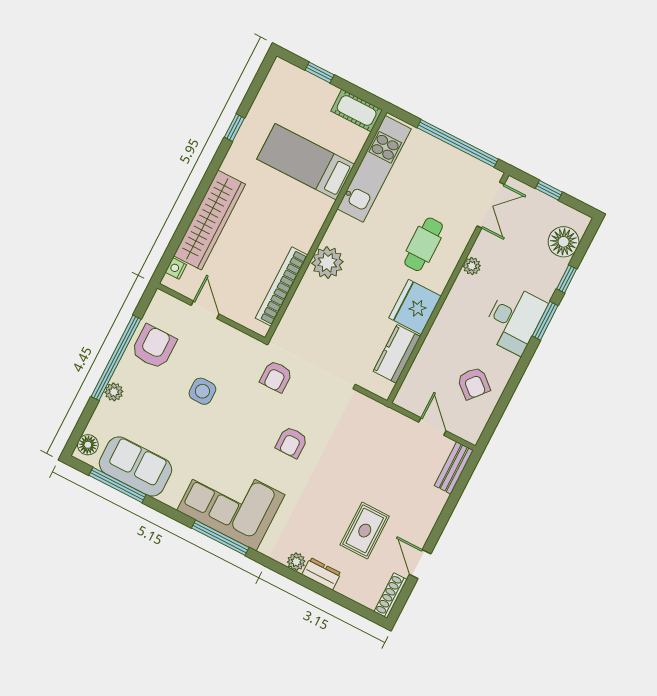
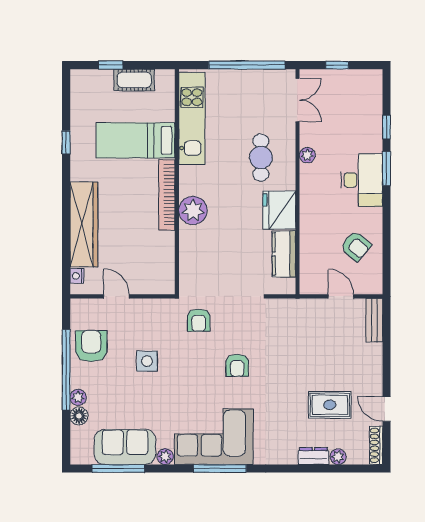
cot: (357, 111) -> (134, 80), moved
floor lamp: (564, 242) -> (369, 99), removed
bookcase: (282, 287) -> (167, 195), moved
floor lamp: (88, 445) -> (79, 416), moved
plant: (171, 497) -> (165, 457), added
rug: (365, 531) -> (330, 405), turned 90
plant: (296, 562) -> (338, 457), moved

